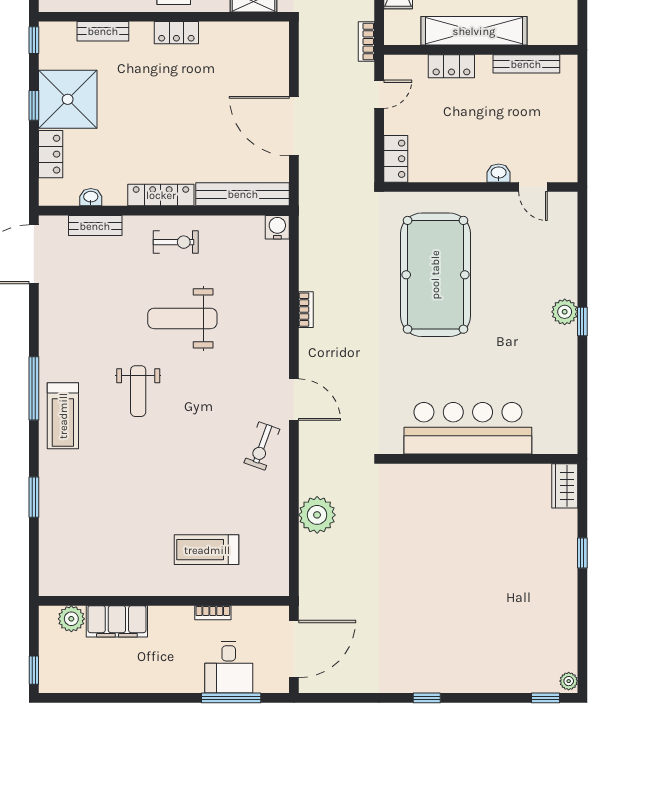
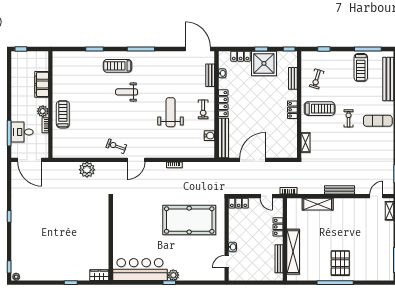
shelving: (474, 31) -> (293, 252), moved
water cooler: (277, 227) -> (209, 136), moved
weight bench: (138, 391) -> (127, 92), moved
treadmill: (63, 416) -> (118, 66), moved
bar counter: (468, 428) -> (140, 270), moved, turned -90
treadmill: (207, 550) -> (63, 114), moved
plant: (71, 619) -> (43, 111), moved

